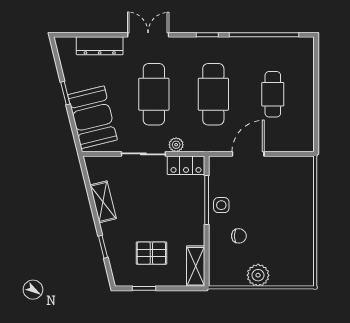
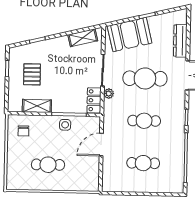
cafe table: (213, 94) -> (144, 121), width x0.73, depth x0.74
door: (248, 154) -> (101, 145), swing flipped
shelving: (103, 202) -> (83, 38), moved
cafe table: (278, 228) -> (48, 165), added
chair: (239, 236) -> (23, 131), moved
shelving: (196, 266) -> (37, 106), moved
plant: (258, 275) -> (15, 150), removed

